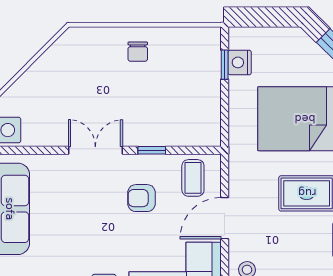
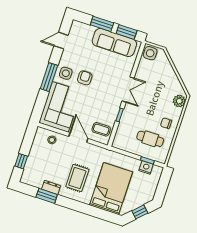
plant: (84, 40) -> (179, 101), added
cafe table: (180, 73) -> (150, 139), added
armchair: (142, 198) -> (85, 78), moved

